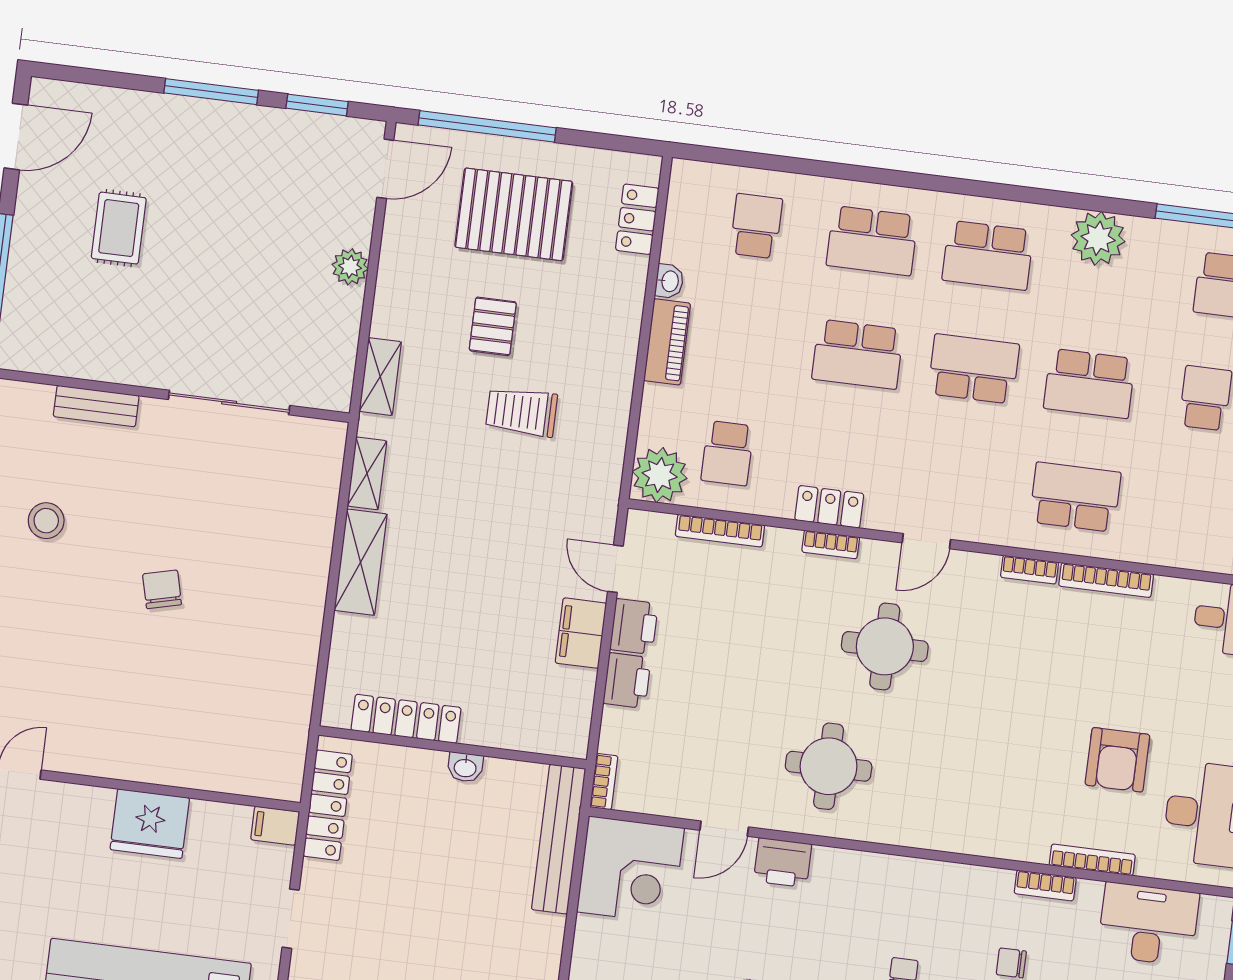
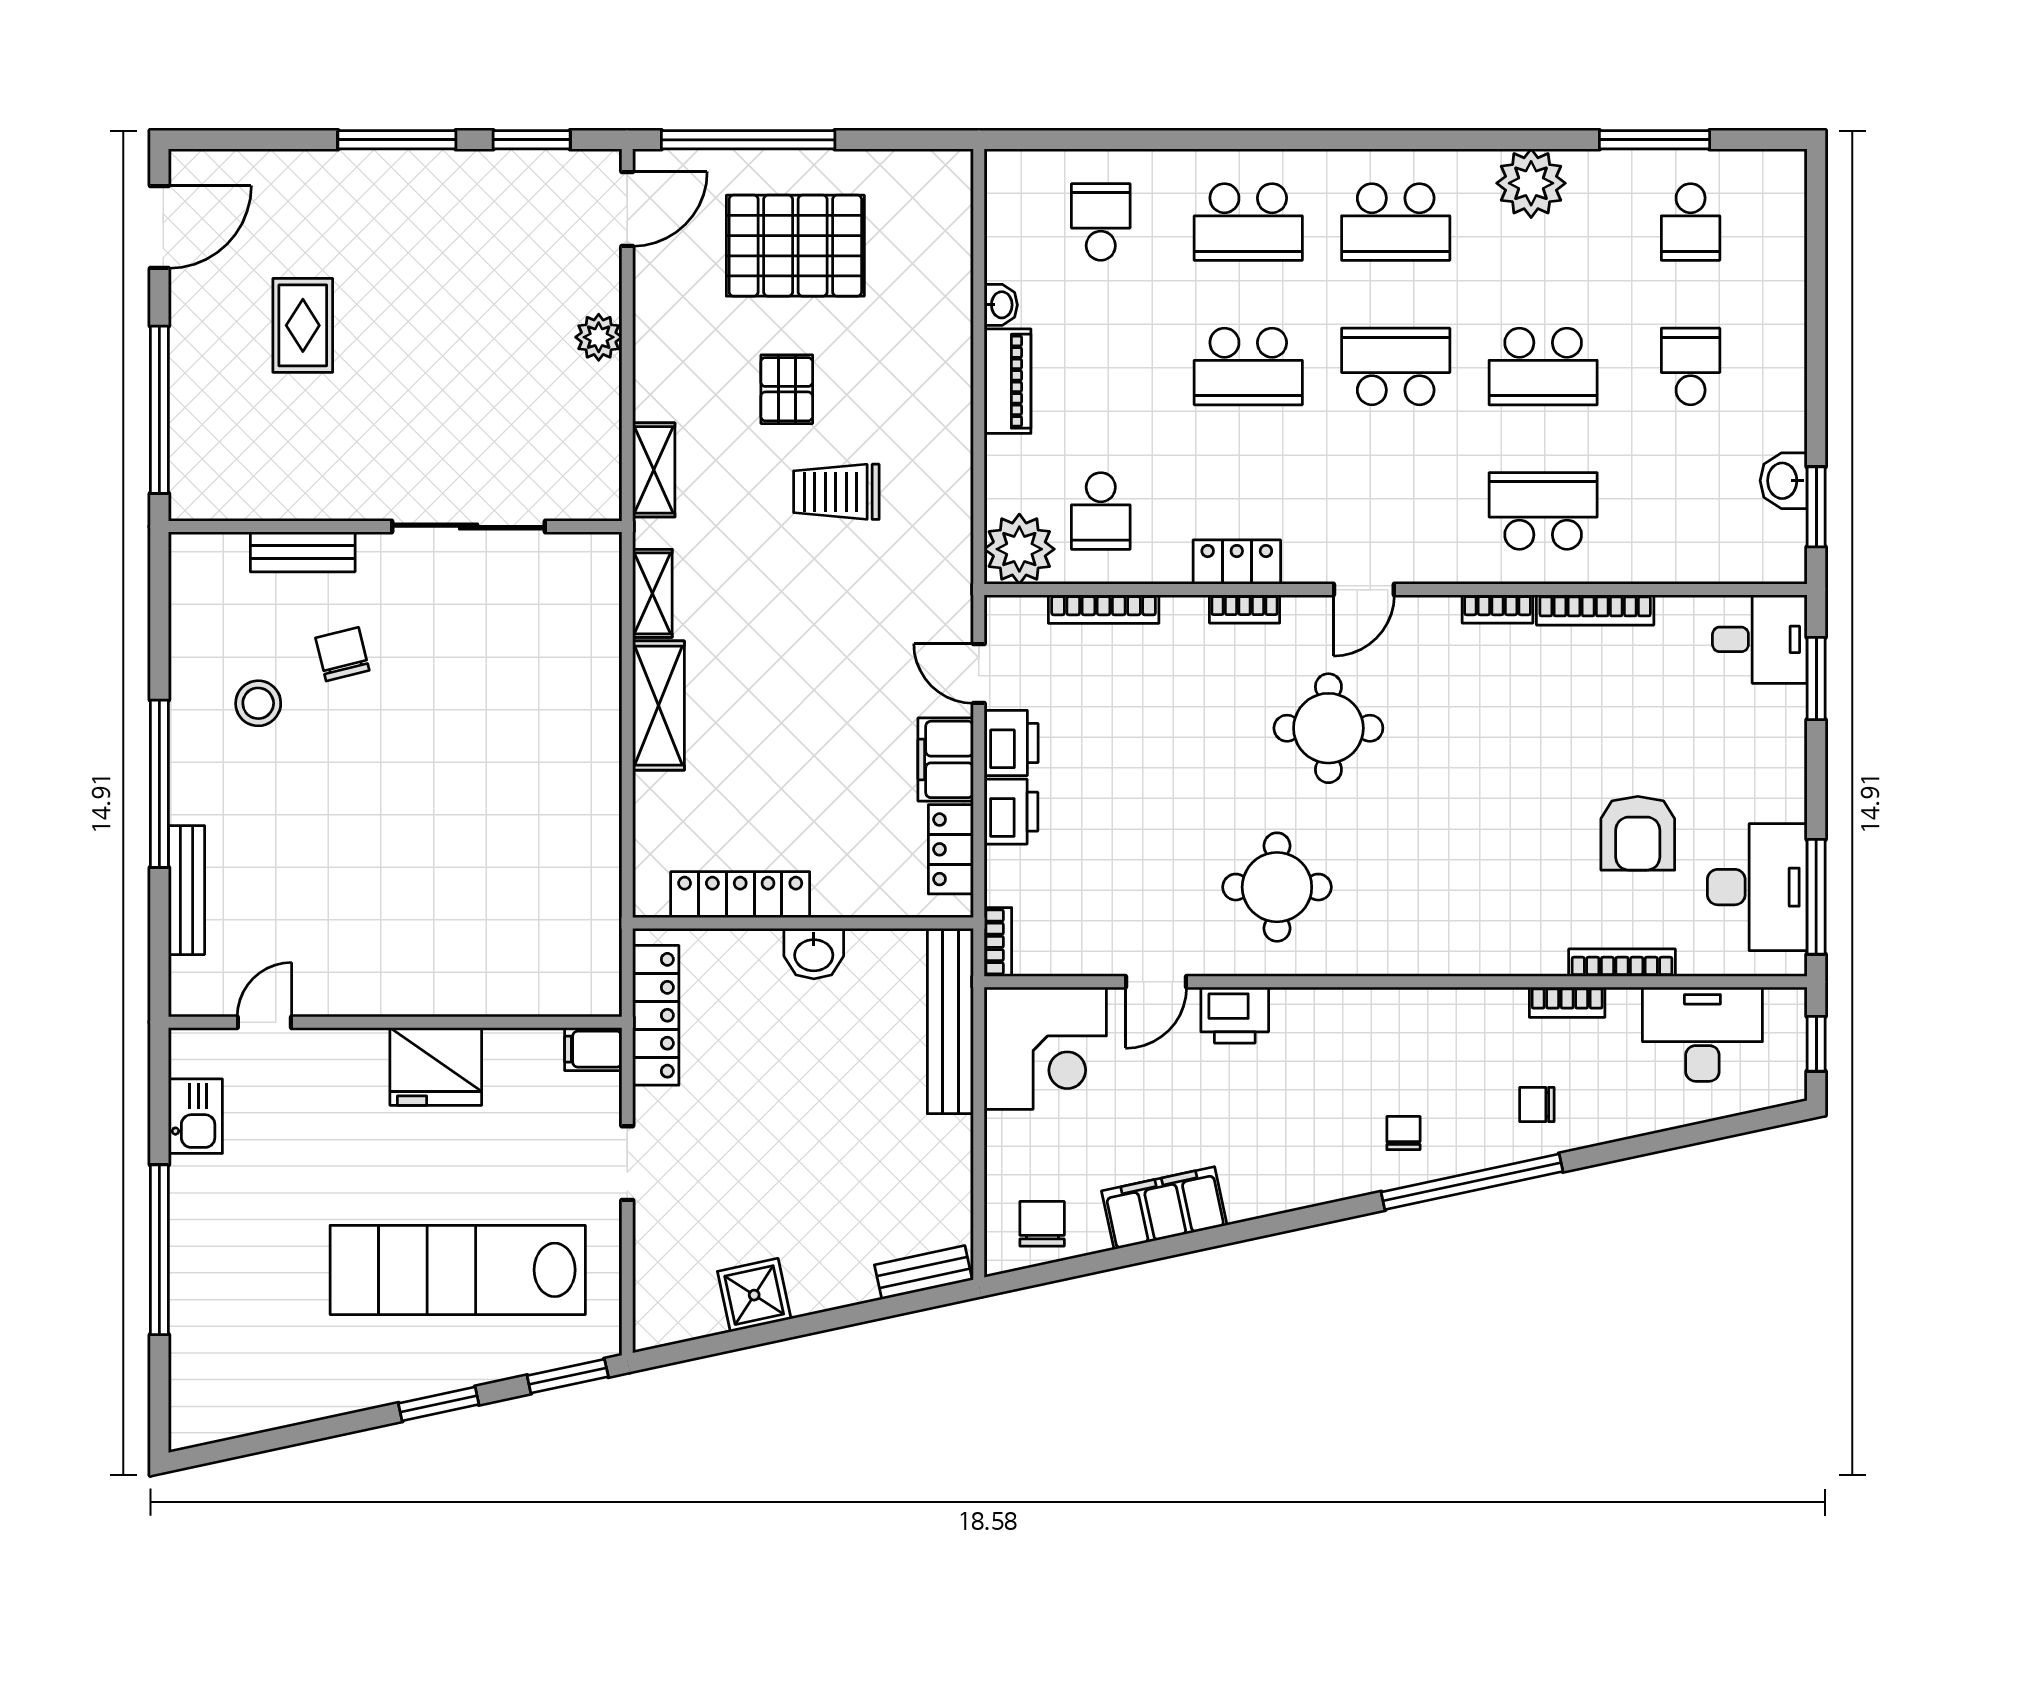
locker: (637, 219) -> (951, 849), moved
chair: (162, 589) -> (342, 654), moved
washbasin: (465, 767) -> (814, 954), width x1.38, depth x1.45

